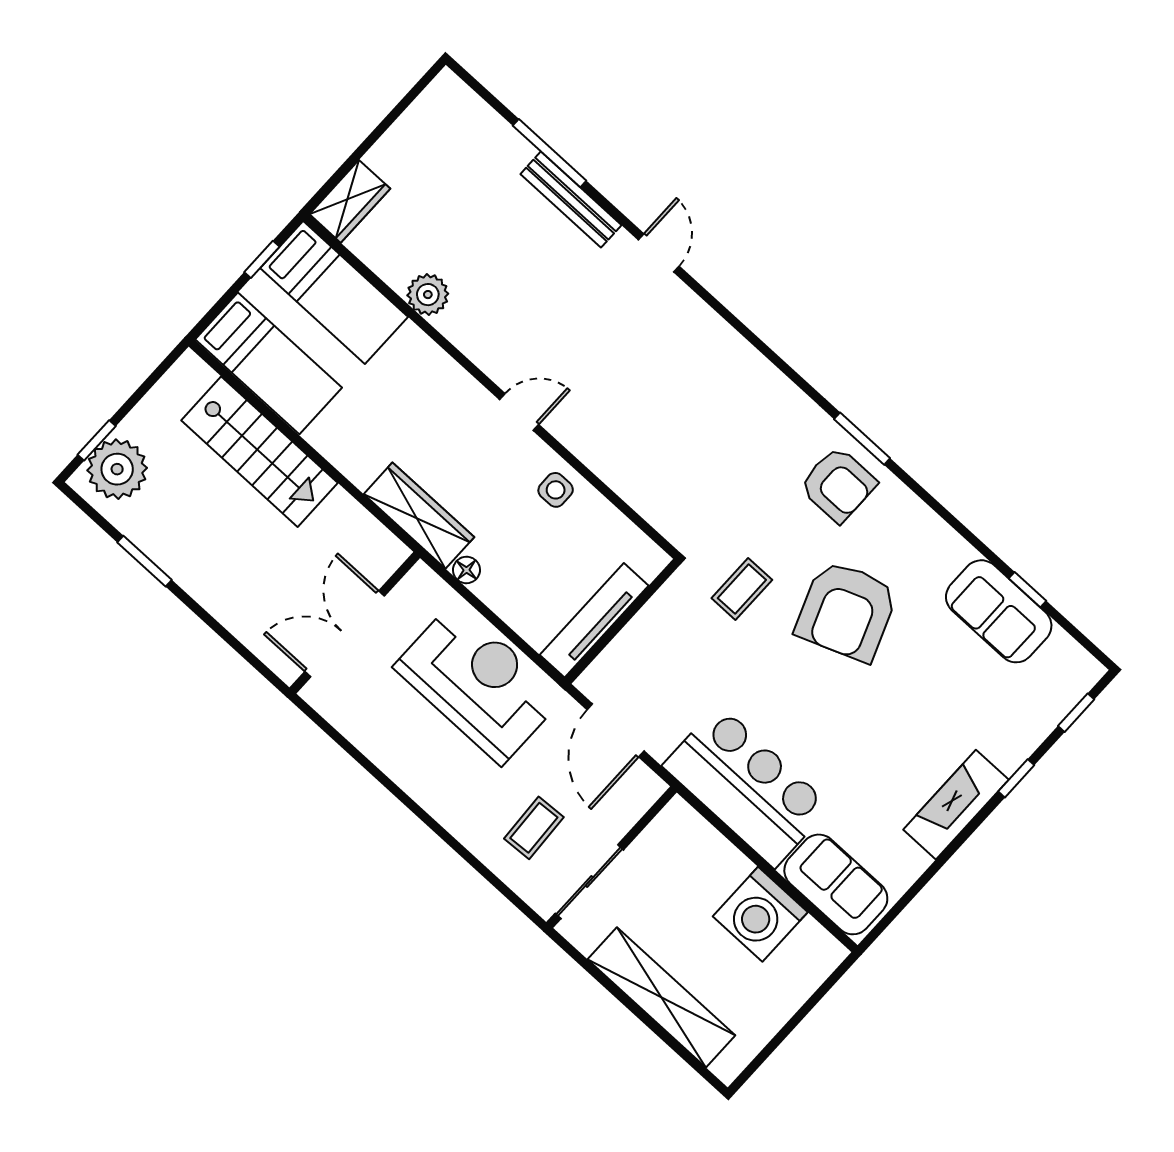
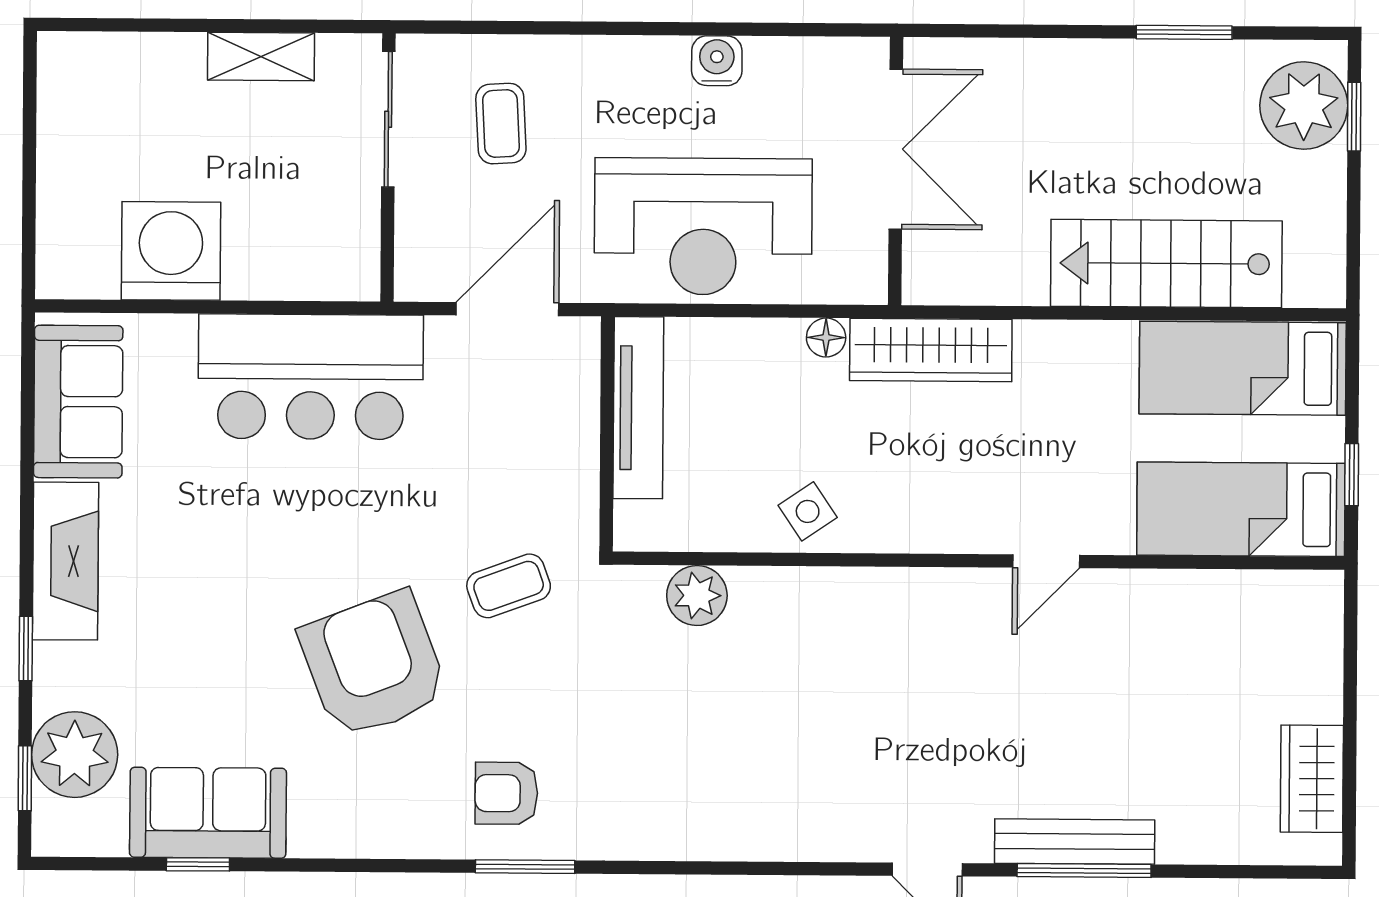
window: (550, 153) -> (1084, 871), moved
wardrobe: (350, 201) -> (1312, 779), moved
plant: (428, 295) -> (697, 596), moved
door: (519, 412) -> (1046, 561), moved
armchair: (838, 485) -> (506, 793), width x0.72, depth x0.72
side table: (556, 490) -> (808, 511), turned -34
coffee table: (742, 589) -> (509, 586), turned 70
plant: (1040, 702) -> (75, 755), added
door: (616, 730) -> (507, 309), hinge flipped
water cooler: (395, 761) -> (717, 61), added
sofa: (836, 884) -> (78, 402), moved, turned -90
shelving: (661, 997) -> (261, 57), width x0.45, depth x0.75

